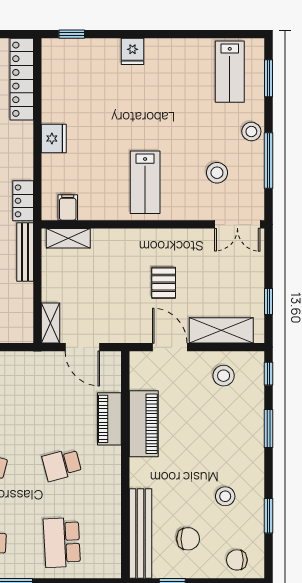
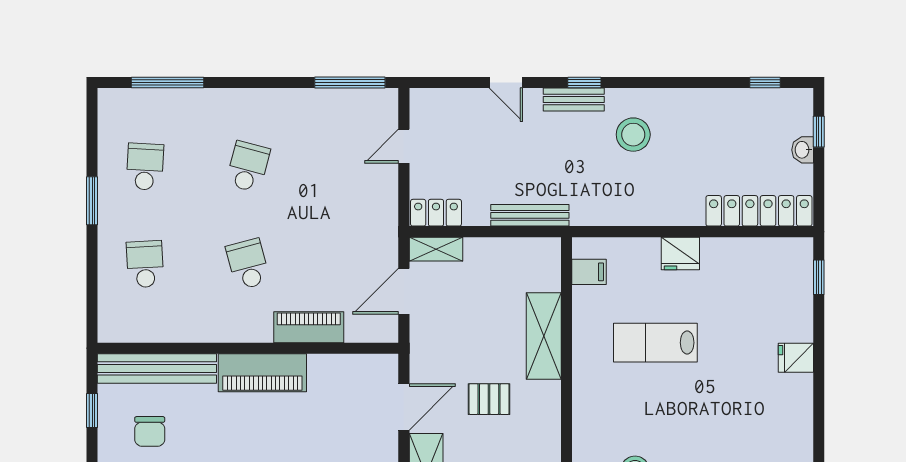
lab bench: (145, 182) -> (655, 343), moved
locker: (23, 201) -> (436, 213), moved
shelving: (68, 238) -> (544, 336), moved, width x1.50, depth x1.33
piano: (144, 424) -> (262, 373), moved
school desk: (62, 542) -> (145, 264), width x0.54

